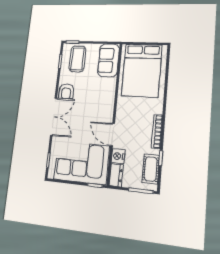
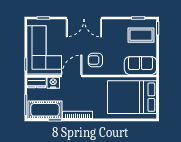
armchair: (66, 91) -> (95, 60), moved
cot: (151, 169) -> (45, 110), width x1.37, depth x1.34

